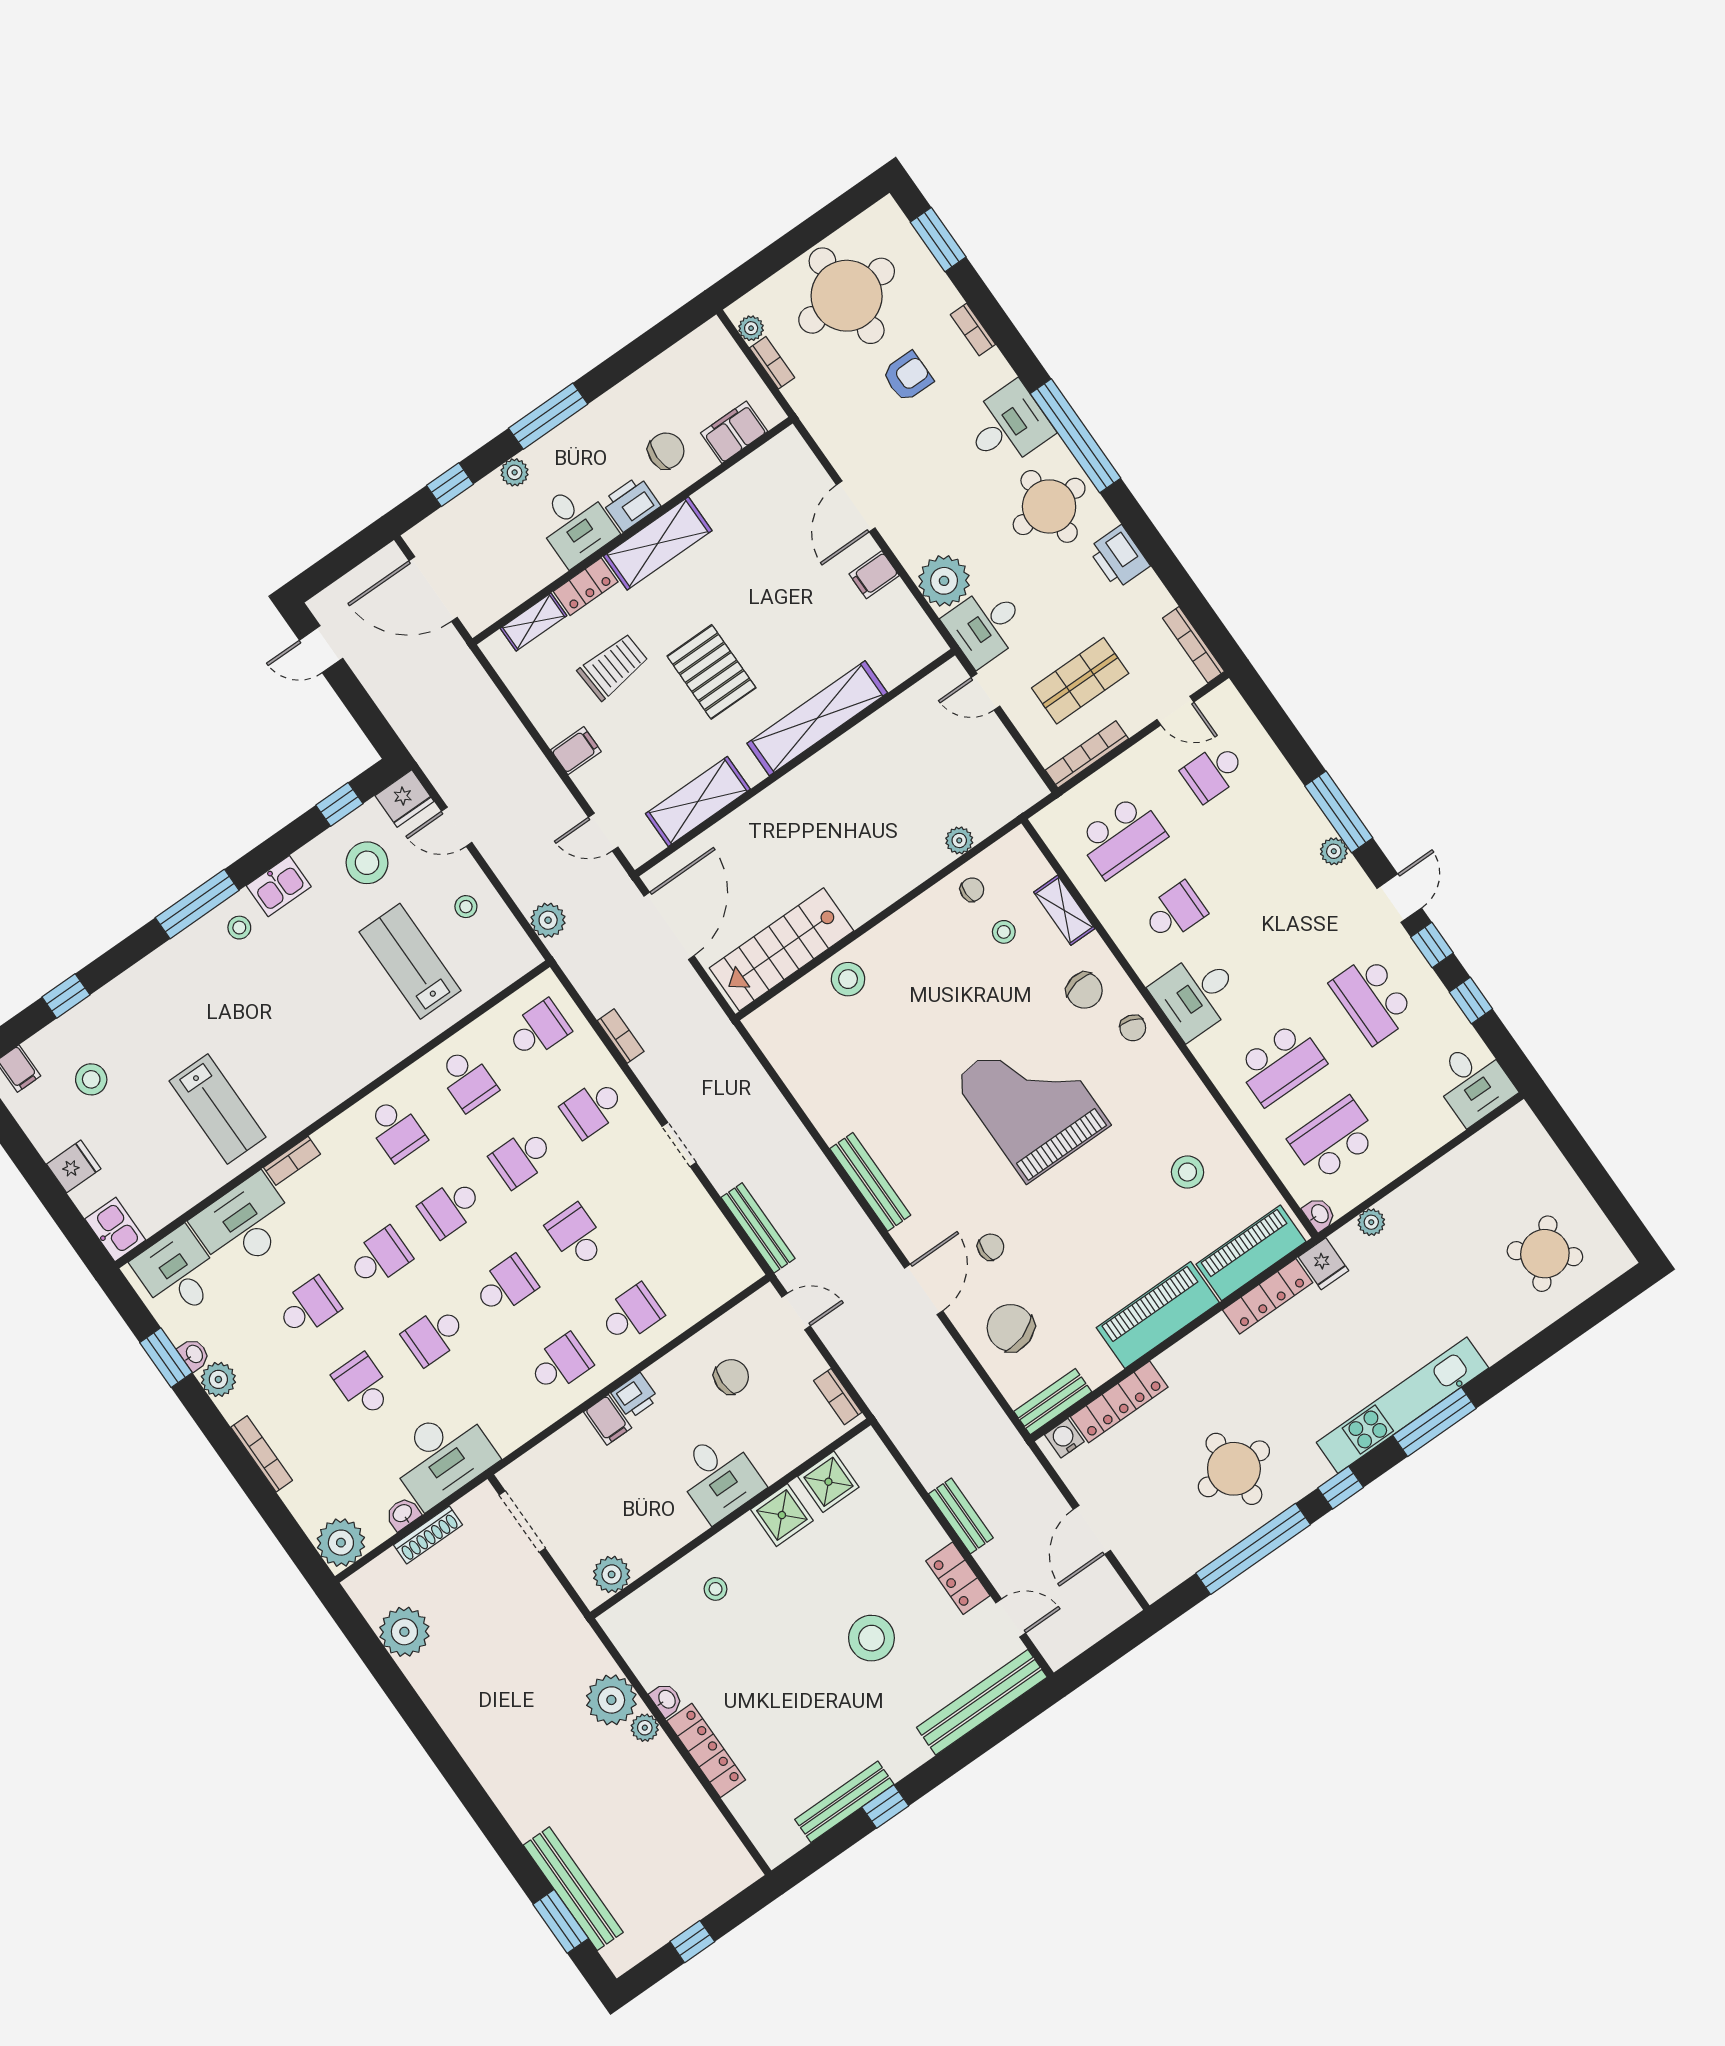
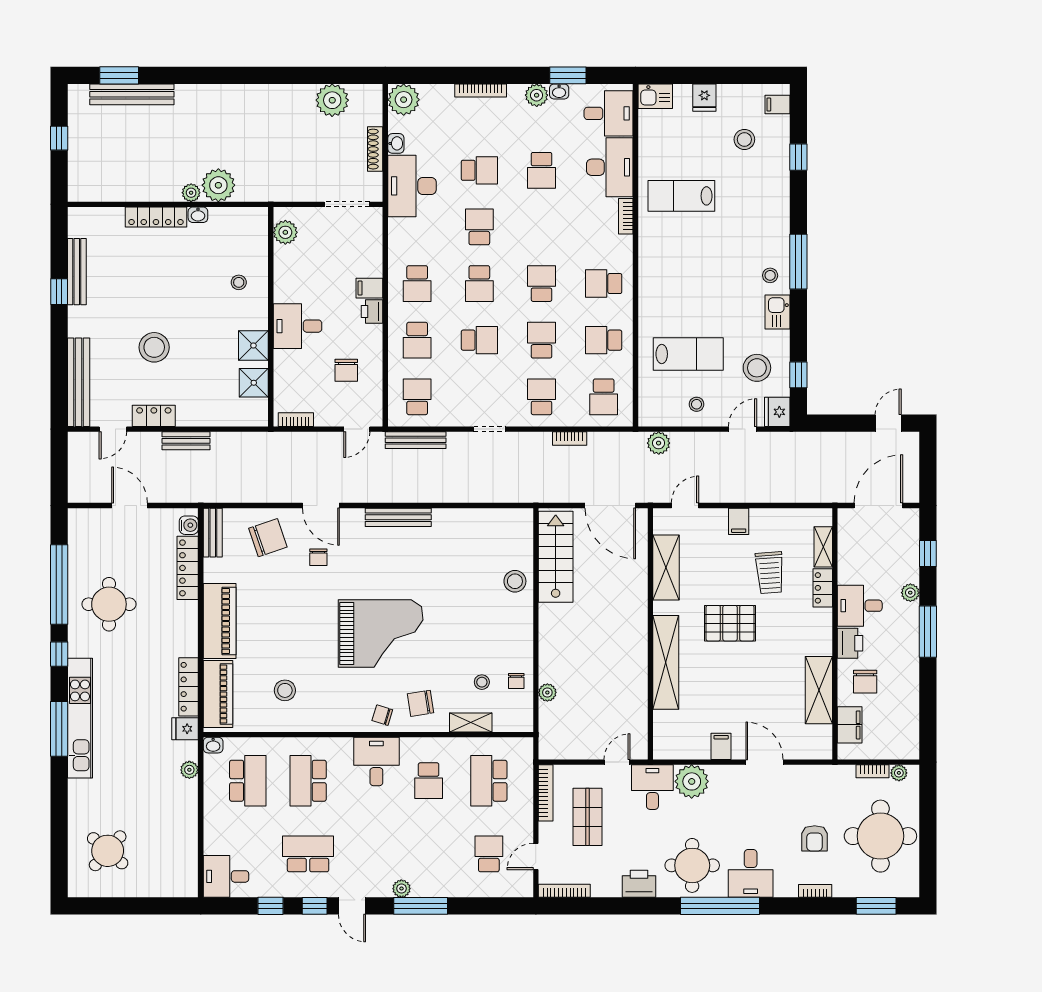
shelving: (658, 543) -> (819, 690), moved
school desk: (380, 1257) -> (417, 397), moved, turned 180

